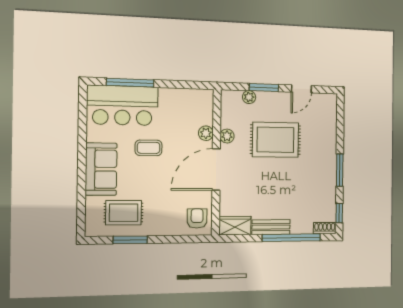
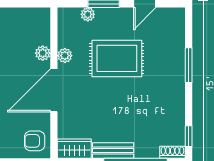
window: (340, 170) -> (189, 65), moved
armchair: (197, 218) -> (35, 141), turned -90

